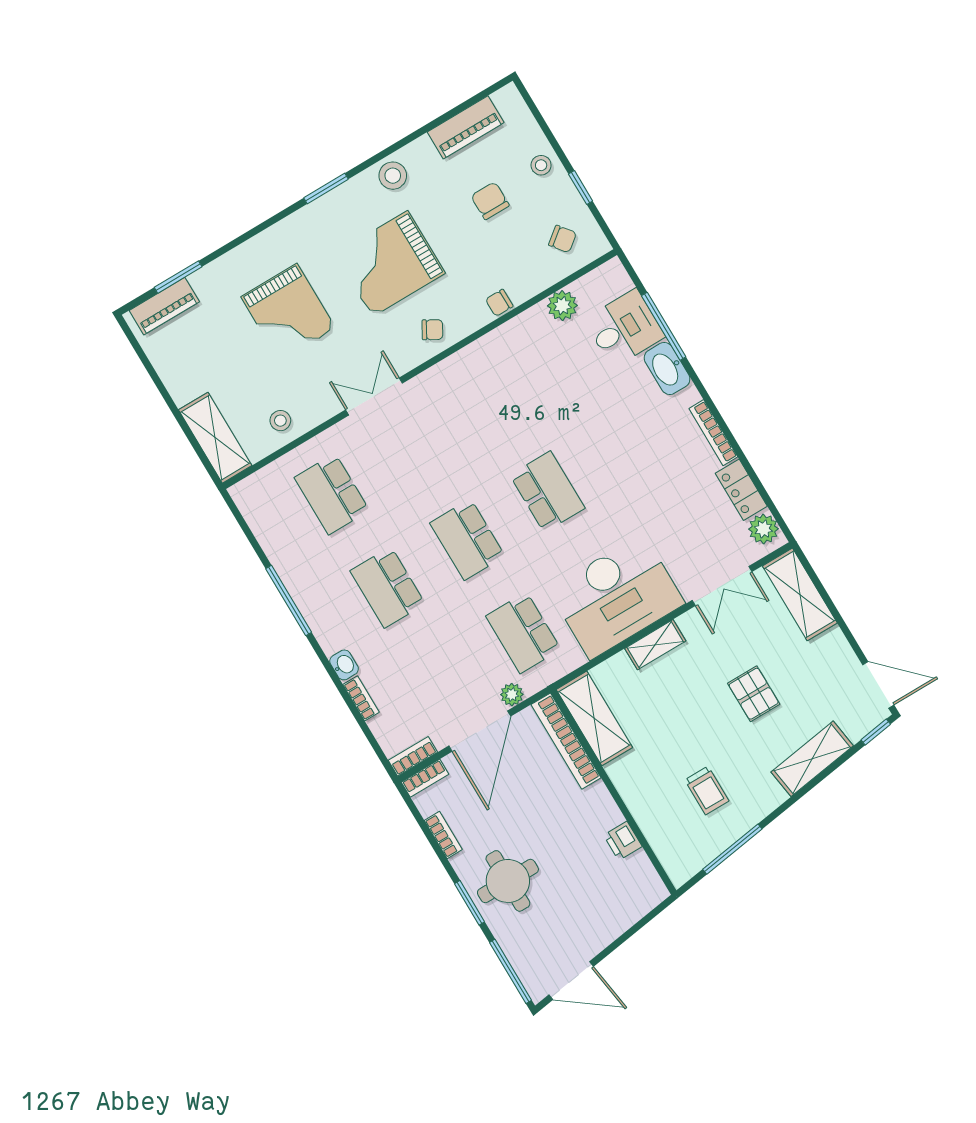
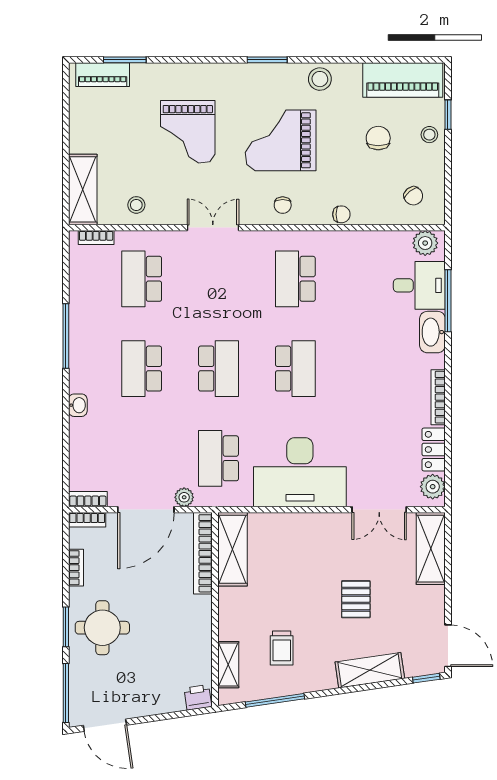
piano: (466, 127) -> (403, 80), width x1.37, depth x1.33
window: (581, 187) -> (448, 115), moved
chair: (499, 303) -> (341, 214), turned 180
plant: (562, 306) -> (425, 243), moved
chair: (432, 330) -> (283, 205), turned 60
school desk: (491, 398) -> (295, 279), added
school desk: (467, 539) -> (218, 369), turned 180
shelving: (655, 645) -> (228, 665), moved, turned 90
bookcase: (361, 698) -> (96, 237), moved, turned 90
printer: (623, 841) -> (198, 697), moved, turned 82

